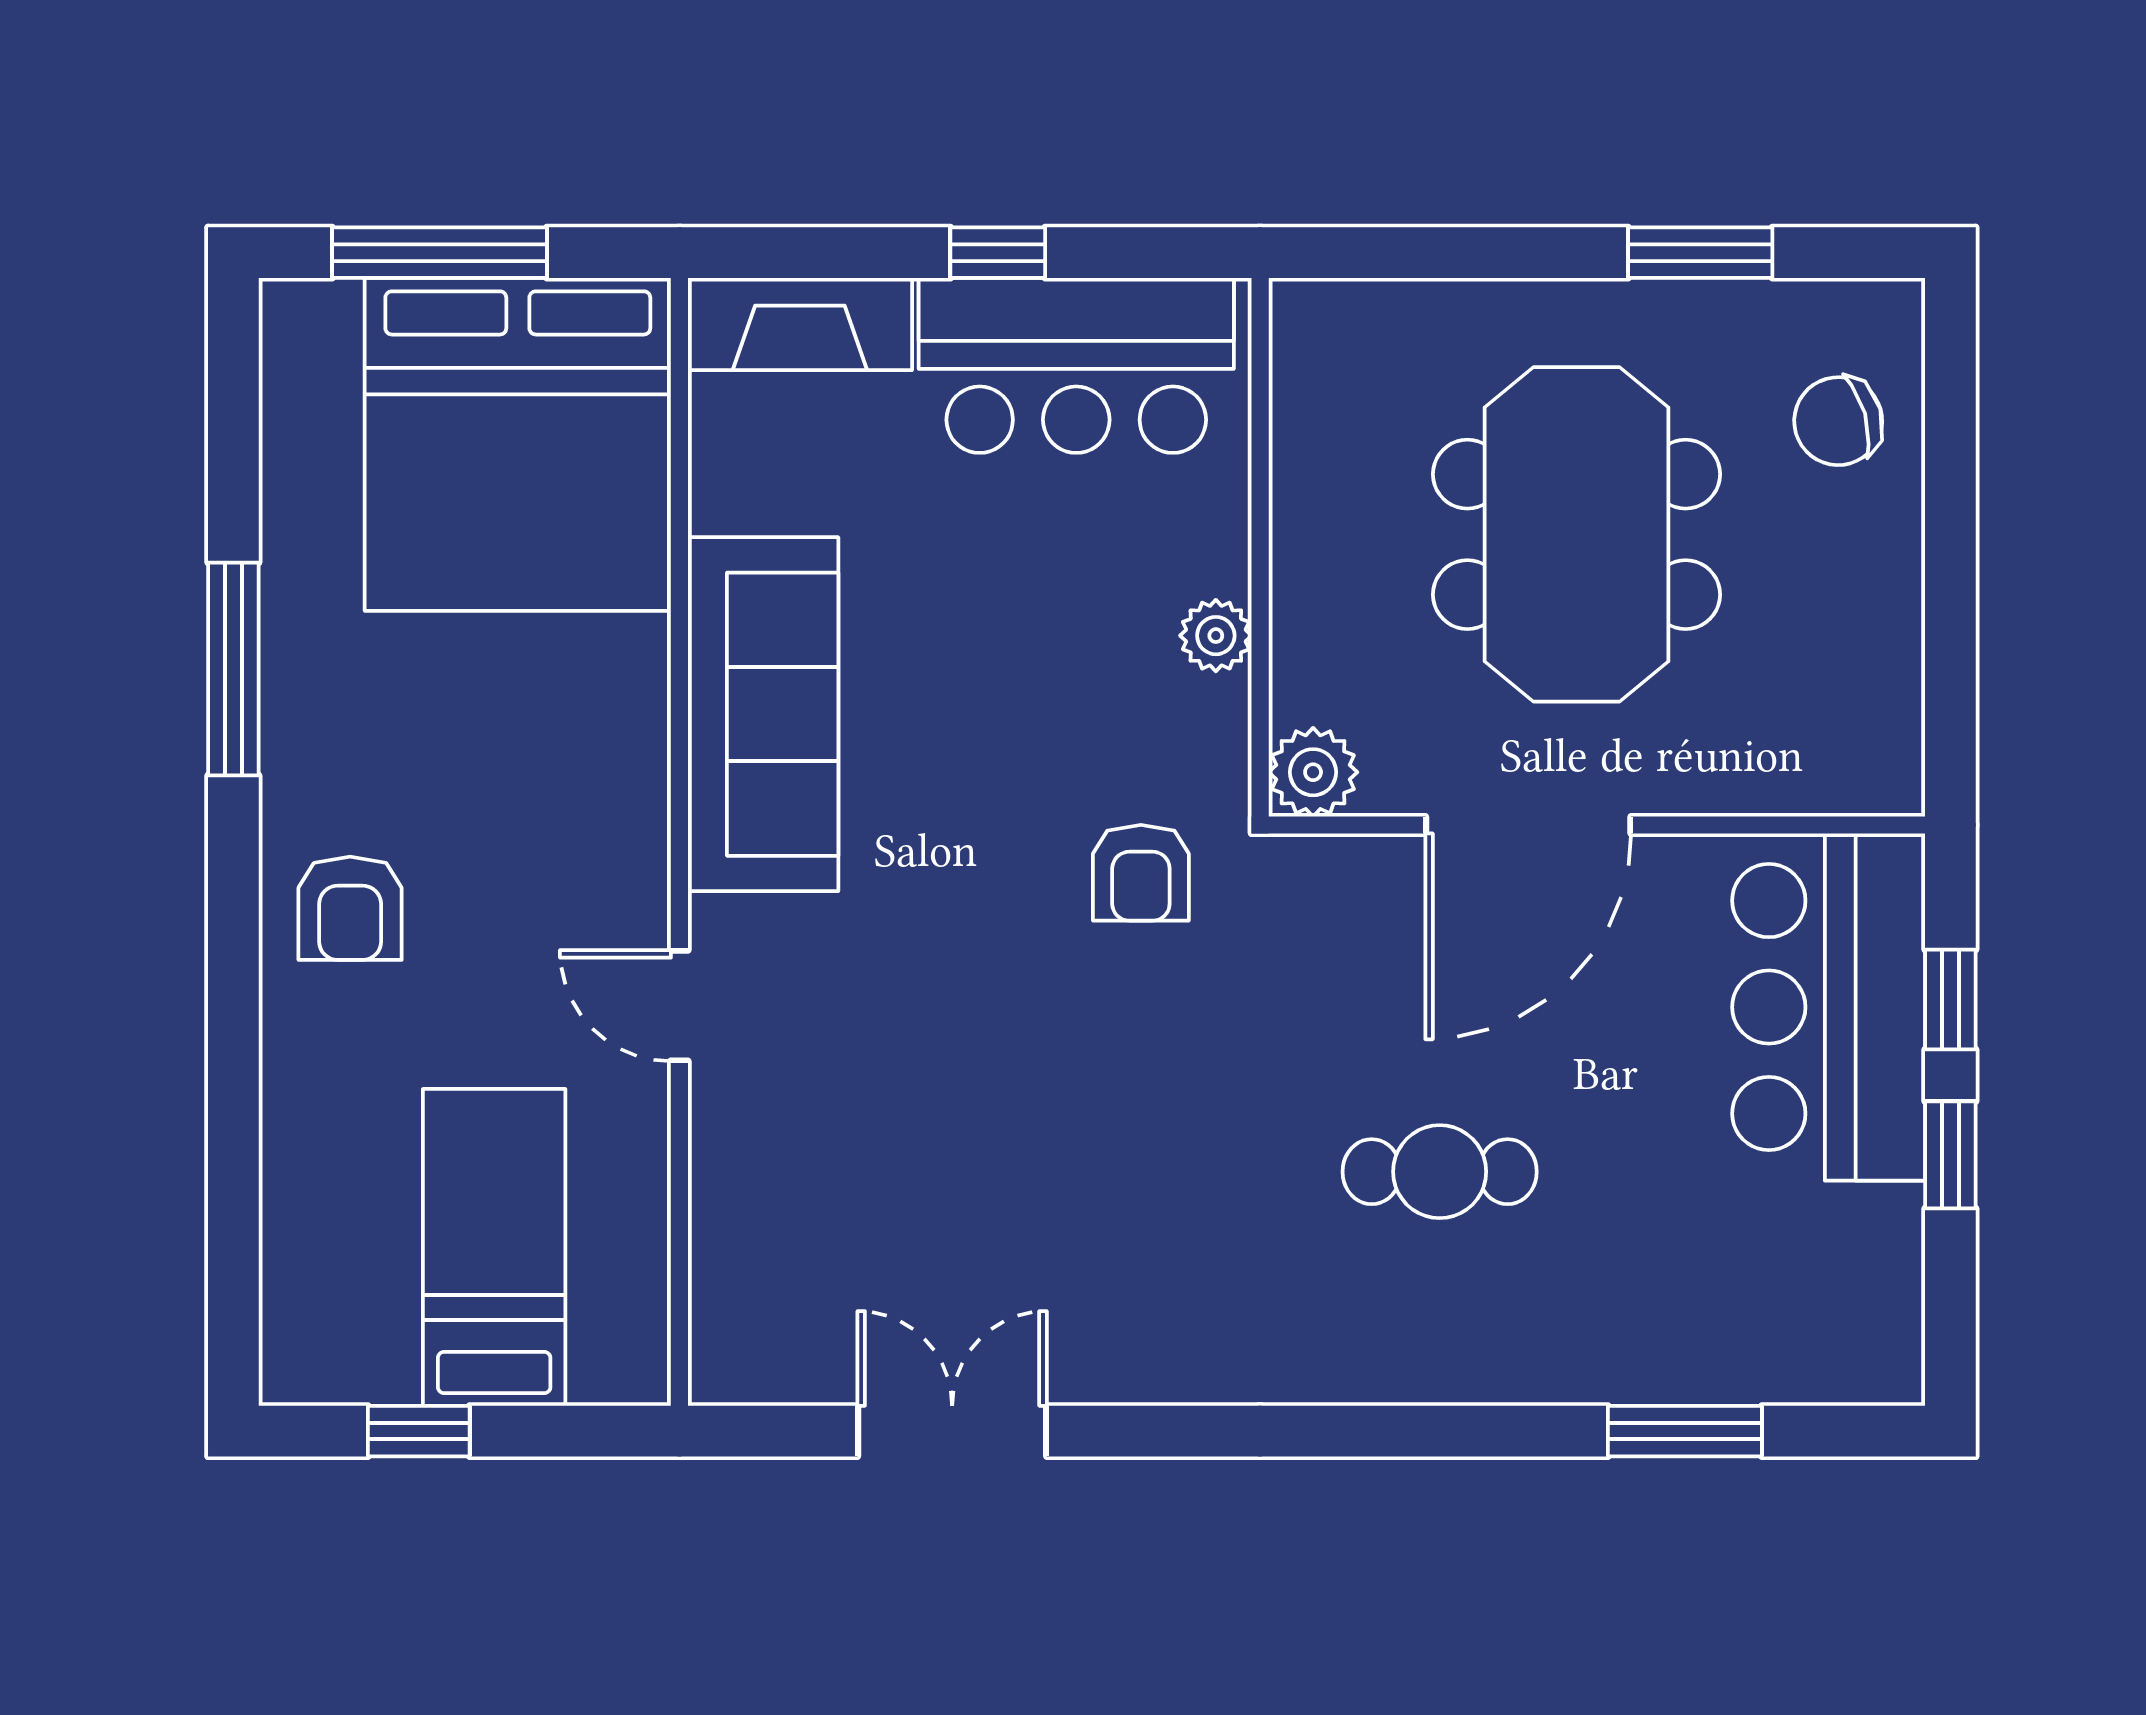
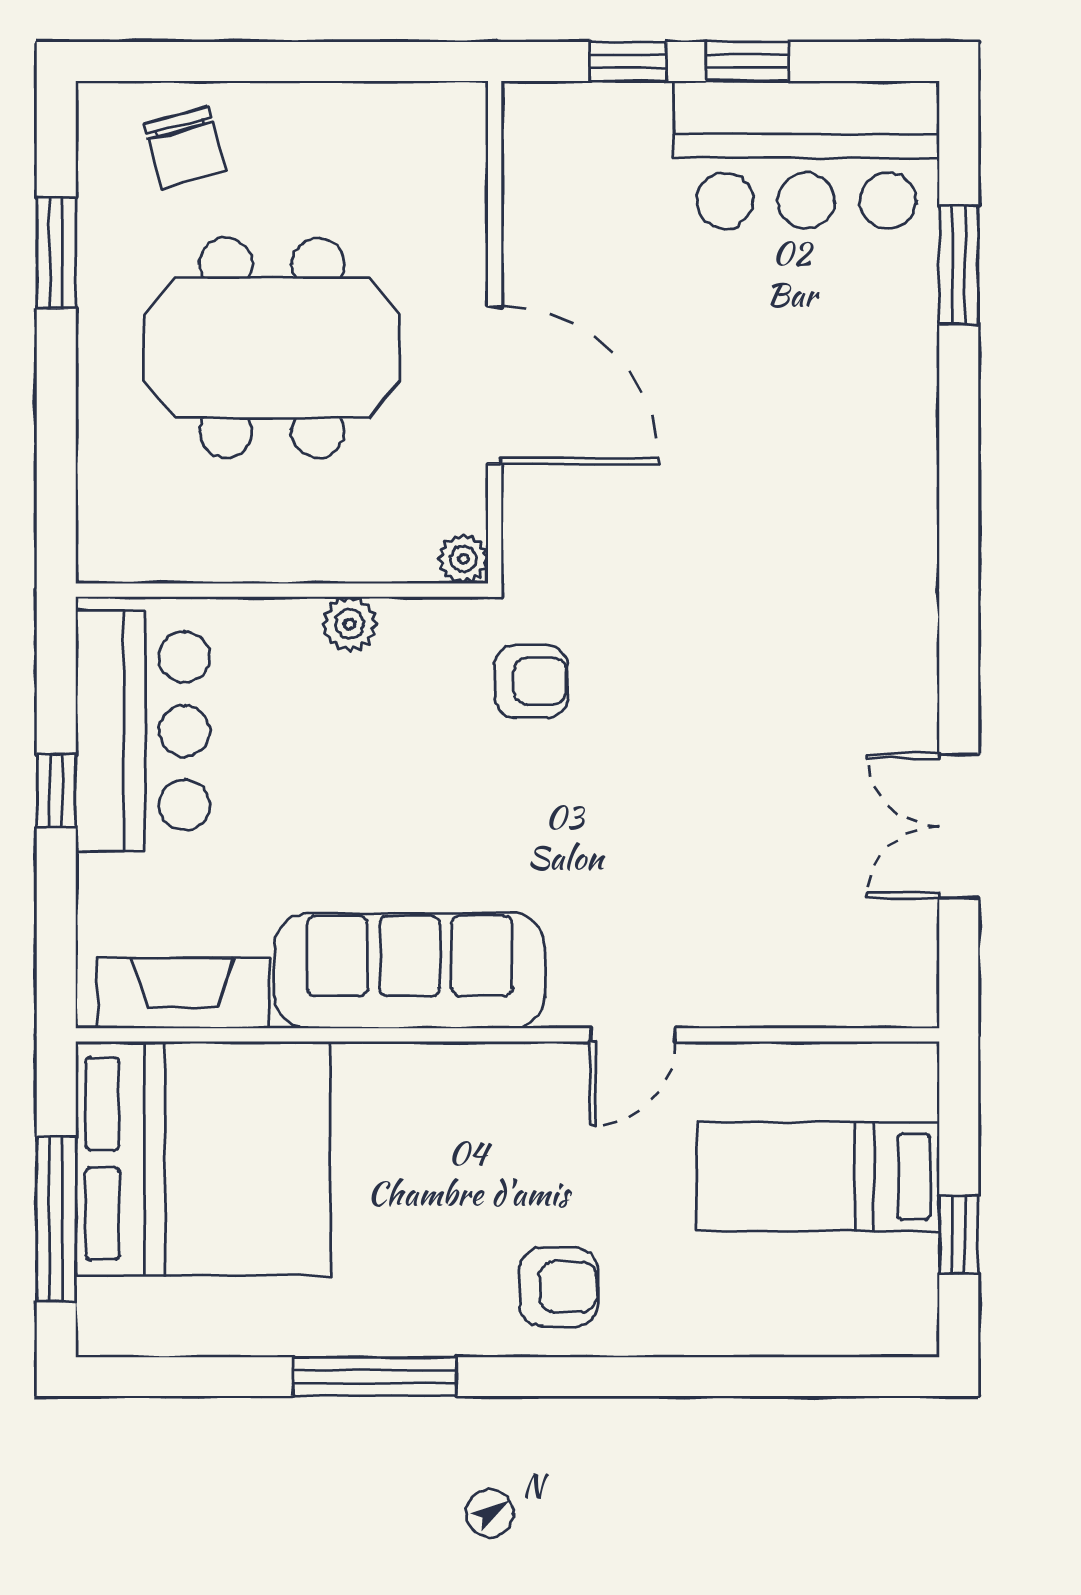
fireplace: (800, 324) -> (183, 993), moved, turned -90
plant: (1313, 772) -> (463, 559), width x0.73, depth x0.73
bar counter: (1829, 1007) -> (806, 155), moved
cafe table: (1440, 1172) -> (760, 453), removed

